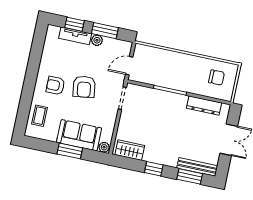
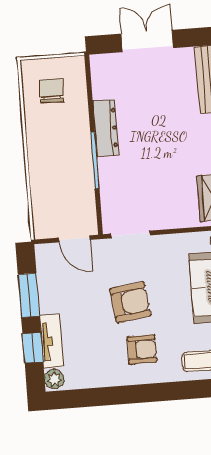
plant: (97, 40) -> (54, 379), moved
armchair: (55, 86) -> (142, 349), turned -90
dresser: (204, 106) -> (106, 128), moved

